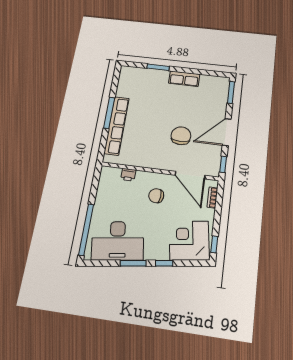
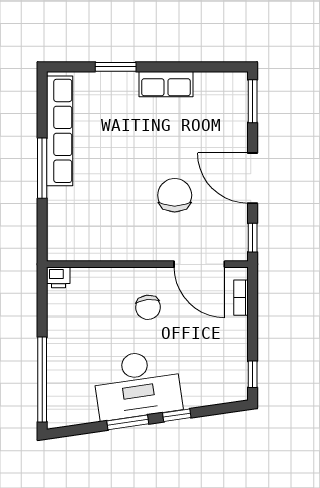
row of seats: (117, 126) -> (60, 131), moved
door: (227, 132) -> (253, 178), hinge flipped
printer: (128, 175) -> (58, 277), moved
chair: (156, 196) -> (148, 307), turned -100
corner desk: (189, 240) -> (212, 374), removed
desk: (118, 241) -> (137, 385), moved

